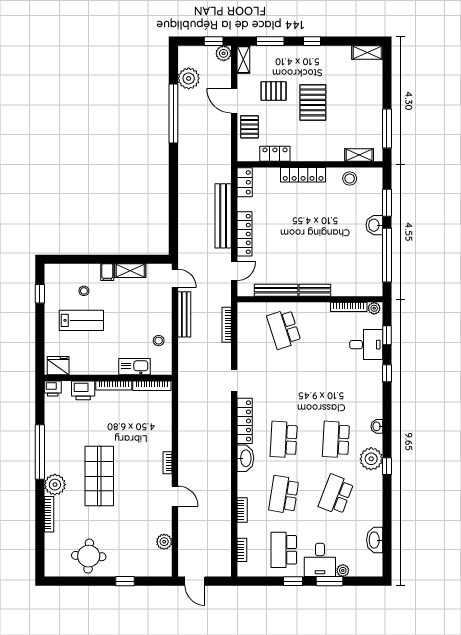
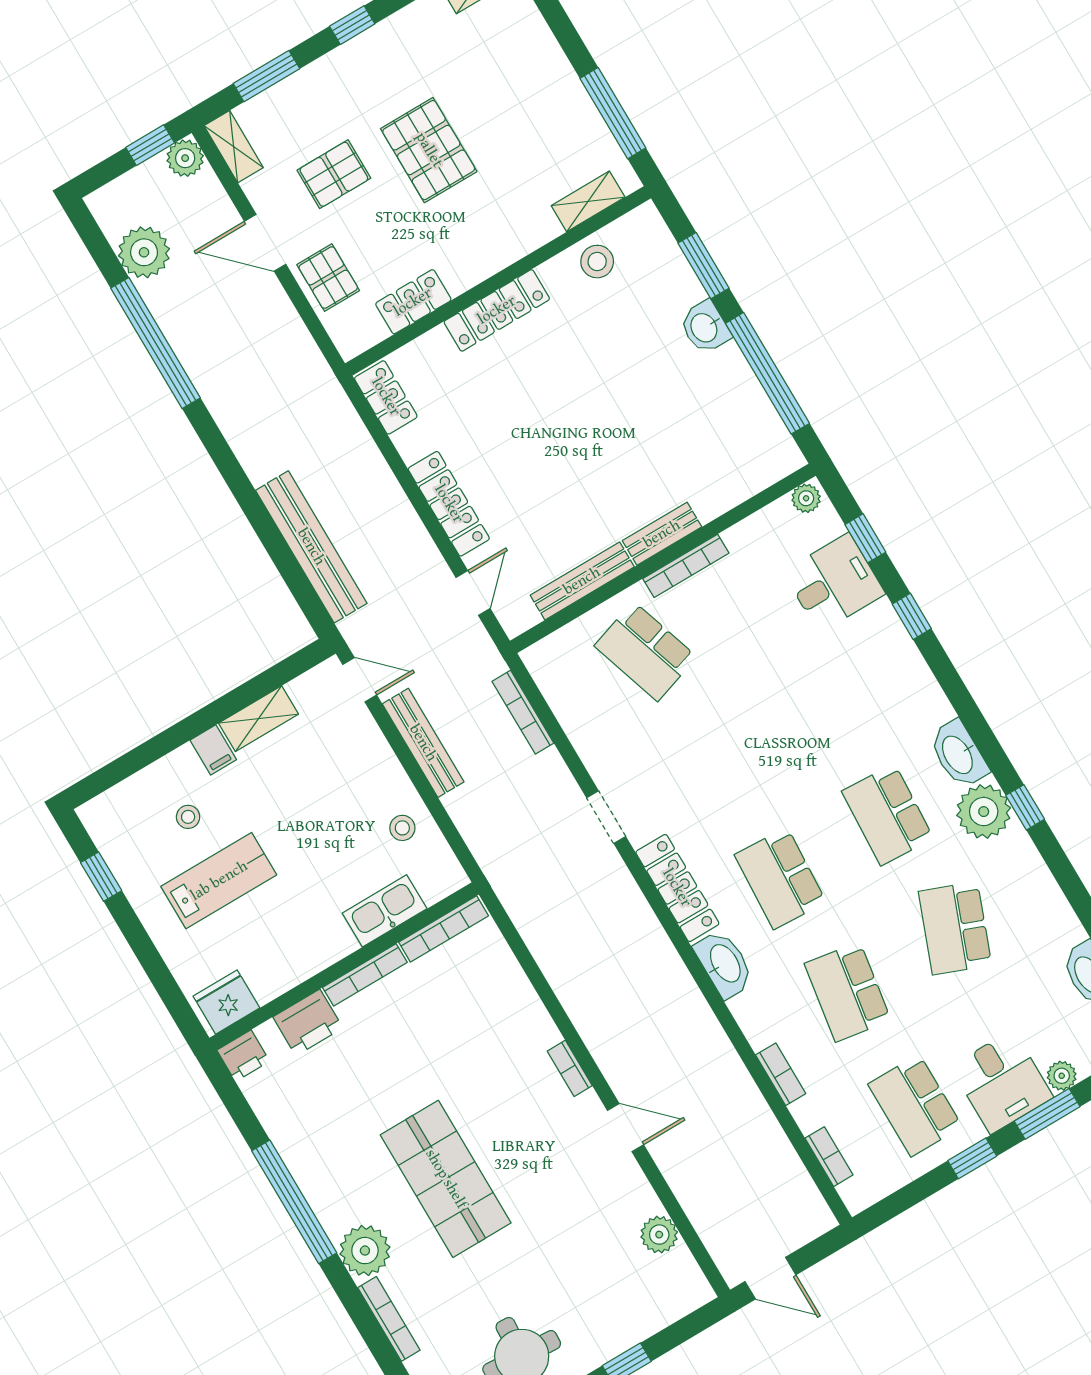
bench: (223, 216) -> (311, 547), moved
bookcase: (349, 307) -> (686, 566), moved
washbasin: (377, 426) -> (958, 754), width x1.91, depth x1.45

